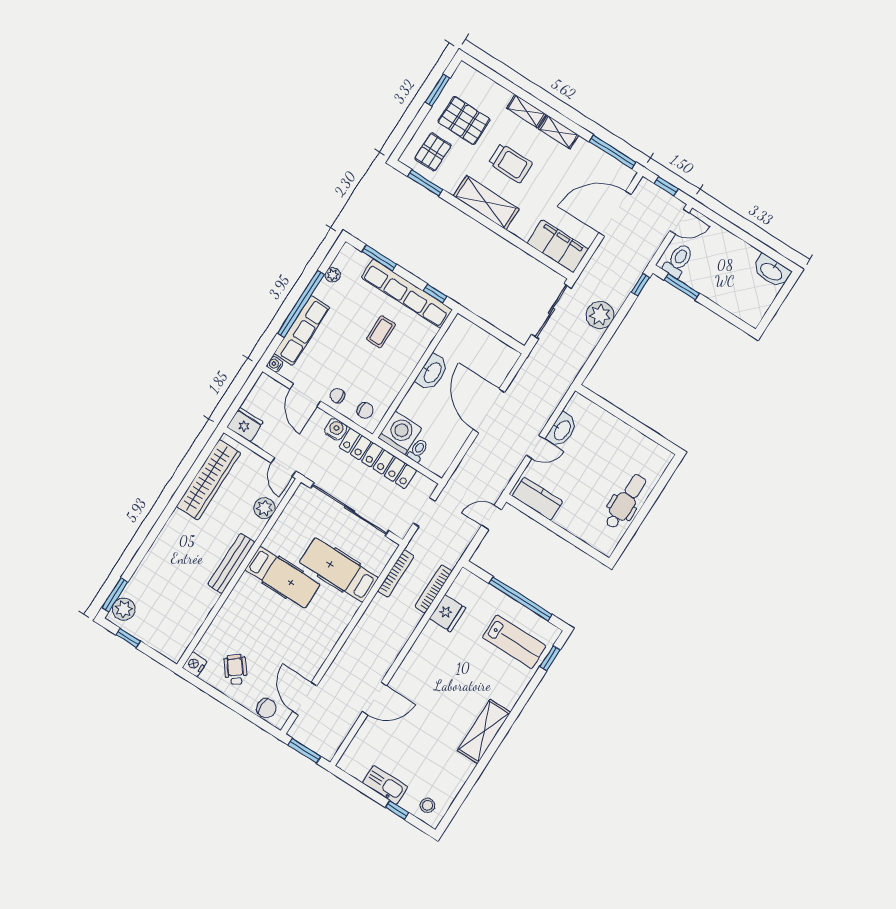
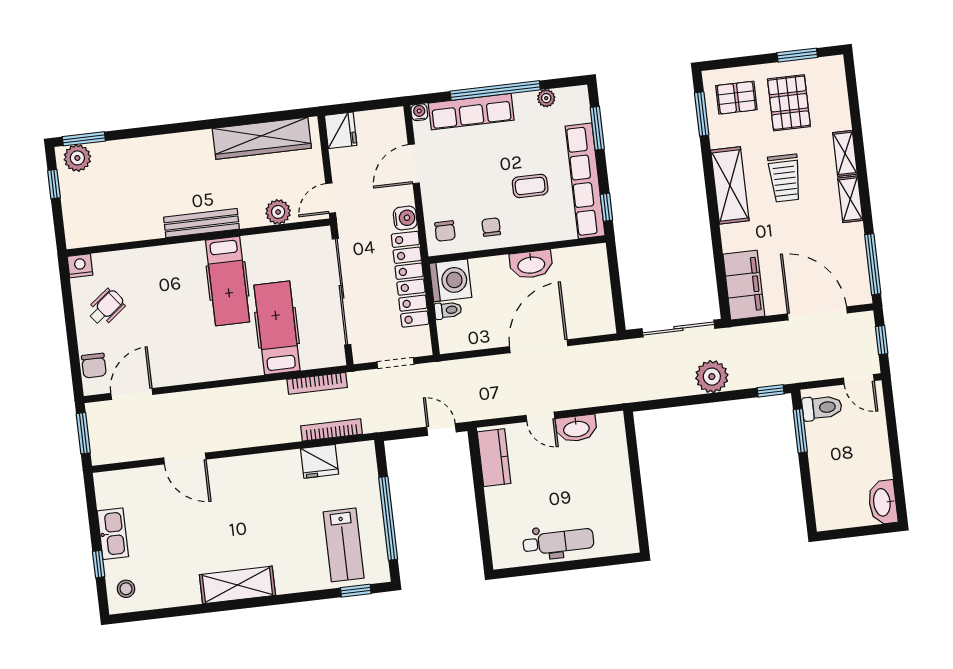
chair: (337, 396) -> (491, 227), moved

